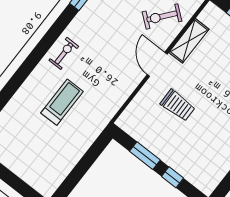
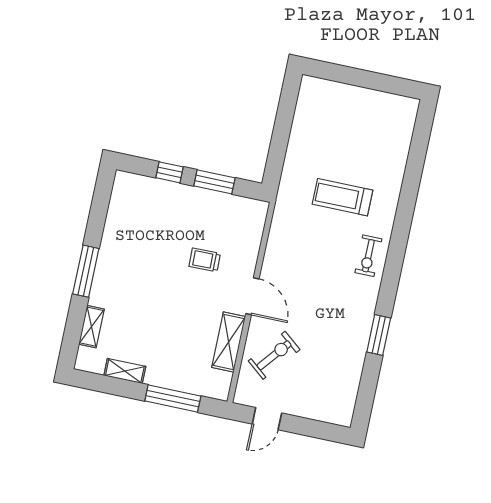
treadmill: (62, 102) -> (342, 197), turned 90
trolley: (178, 105) -> (205, 260), width x0.73, depth x0.72

